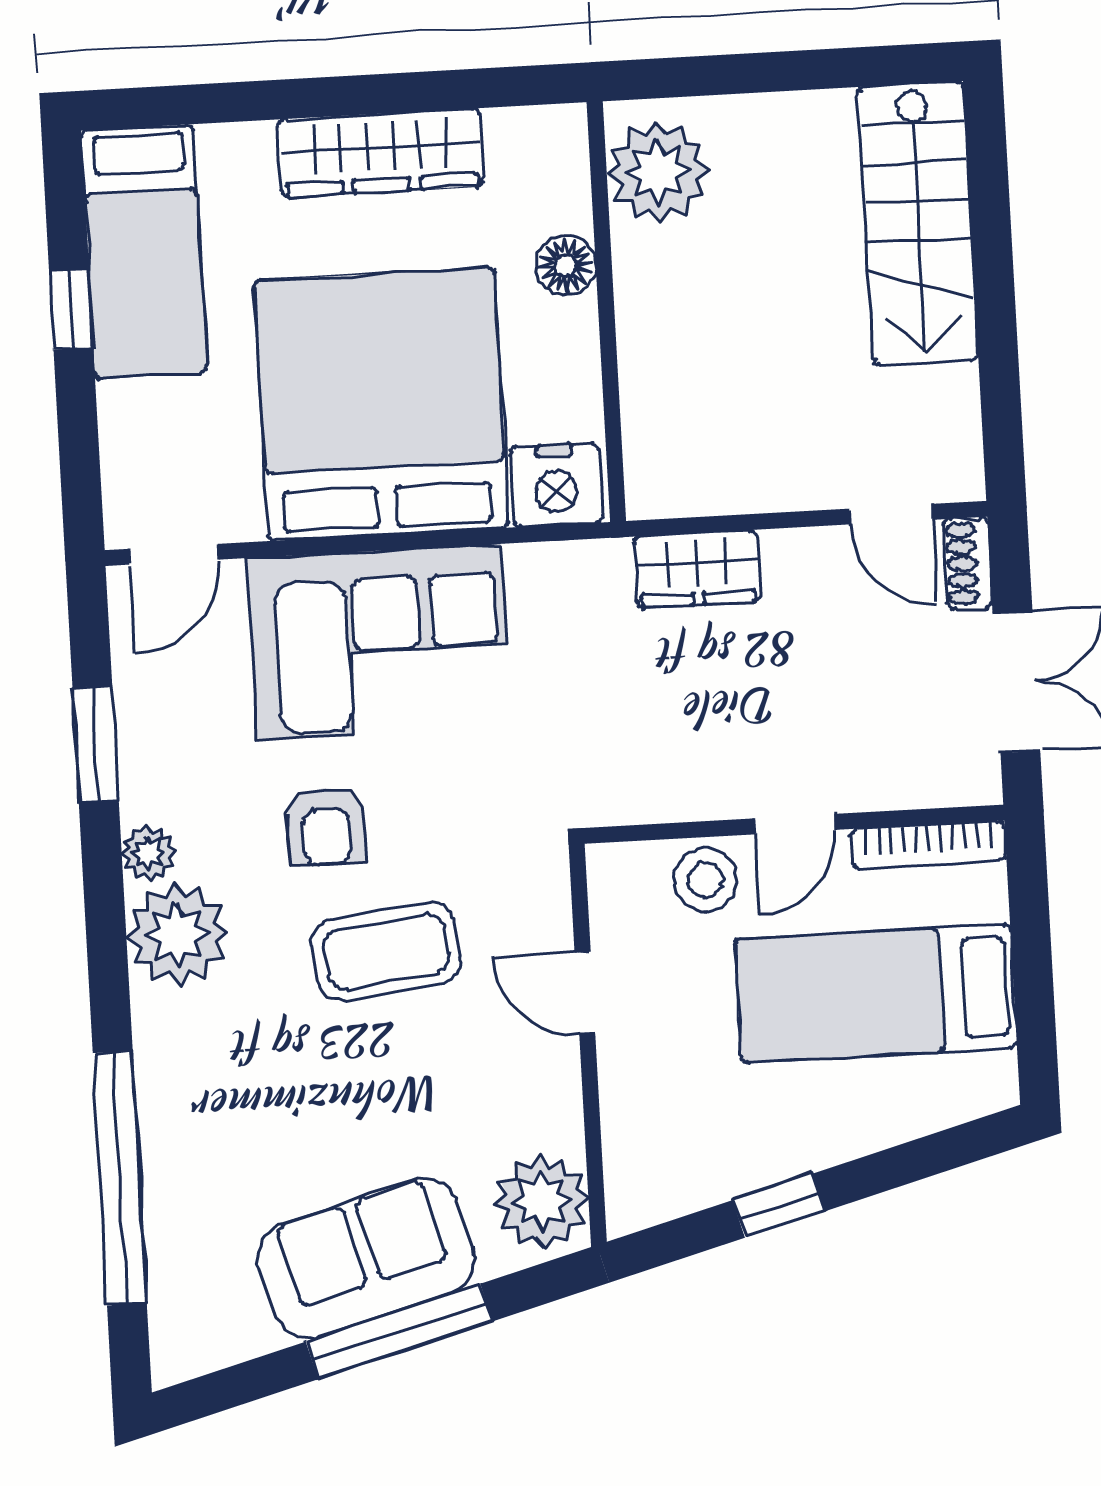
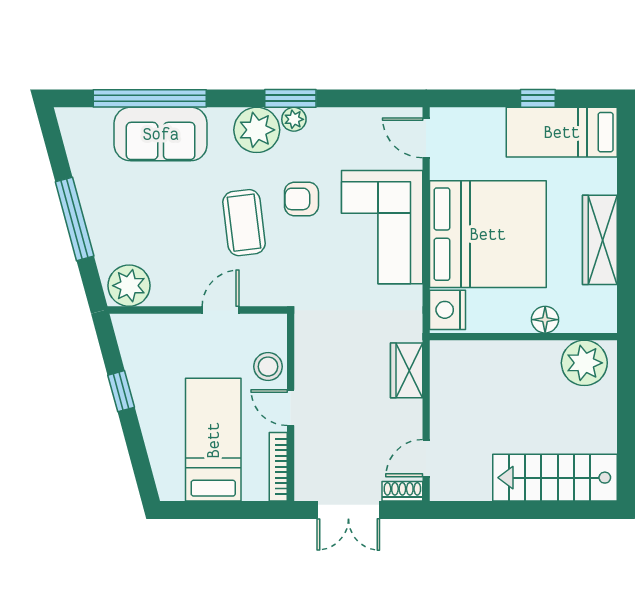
window: (96, 744) -> (290, 98), moved
sofa: (366, 1258) -> (161, 134), moved, turned 105

